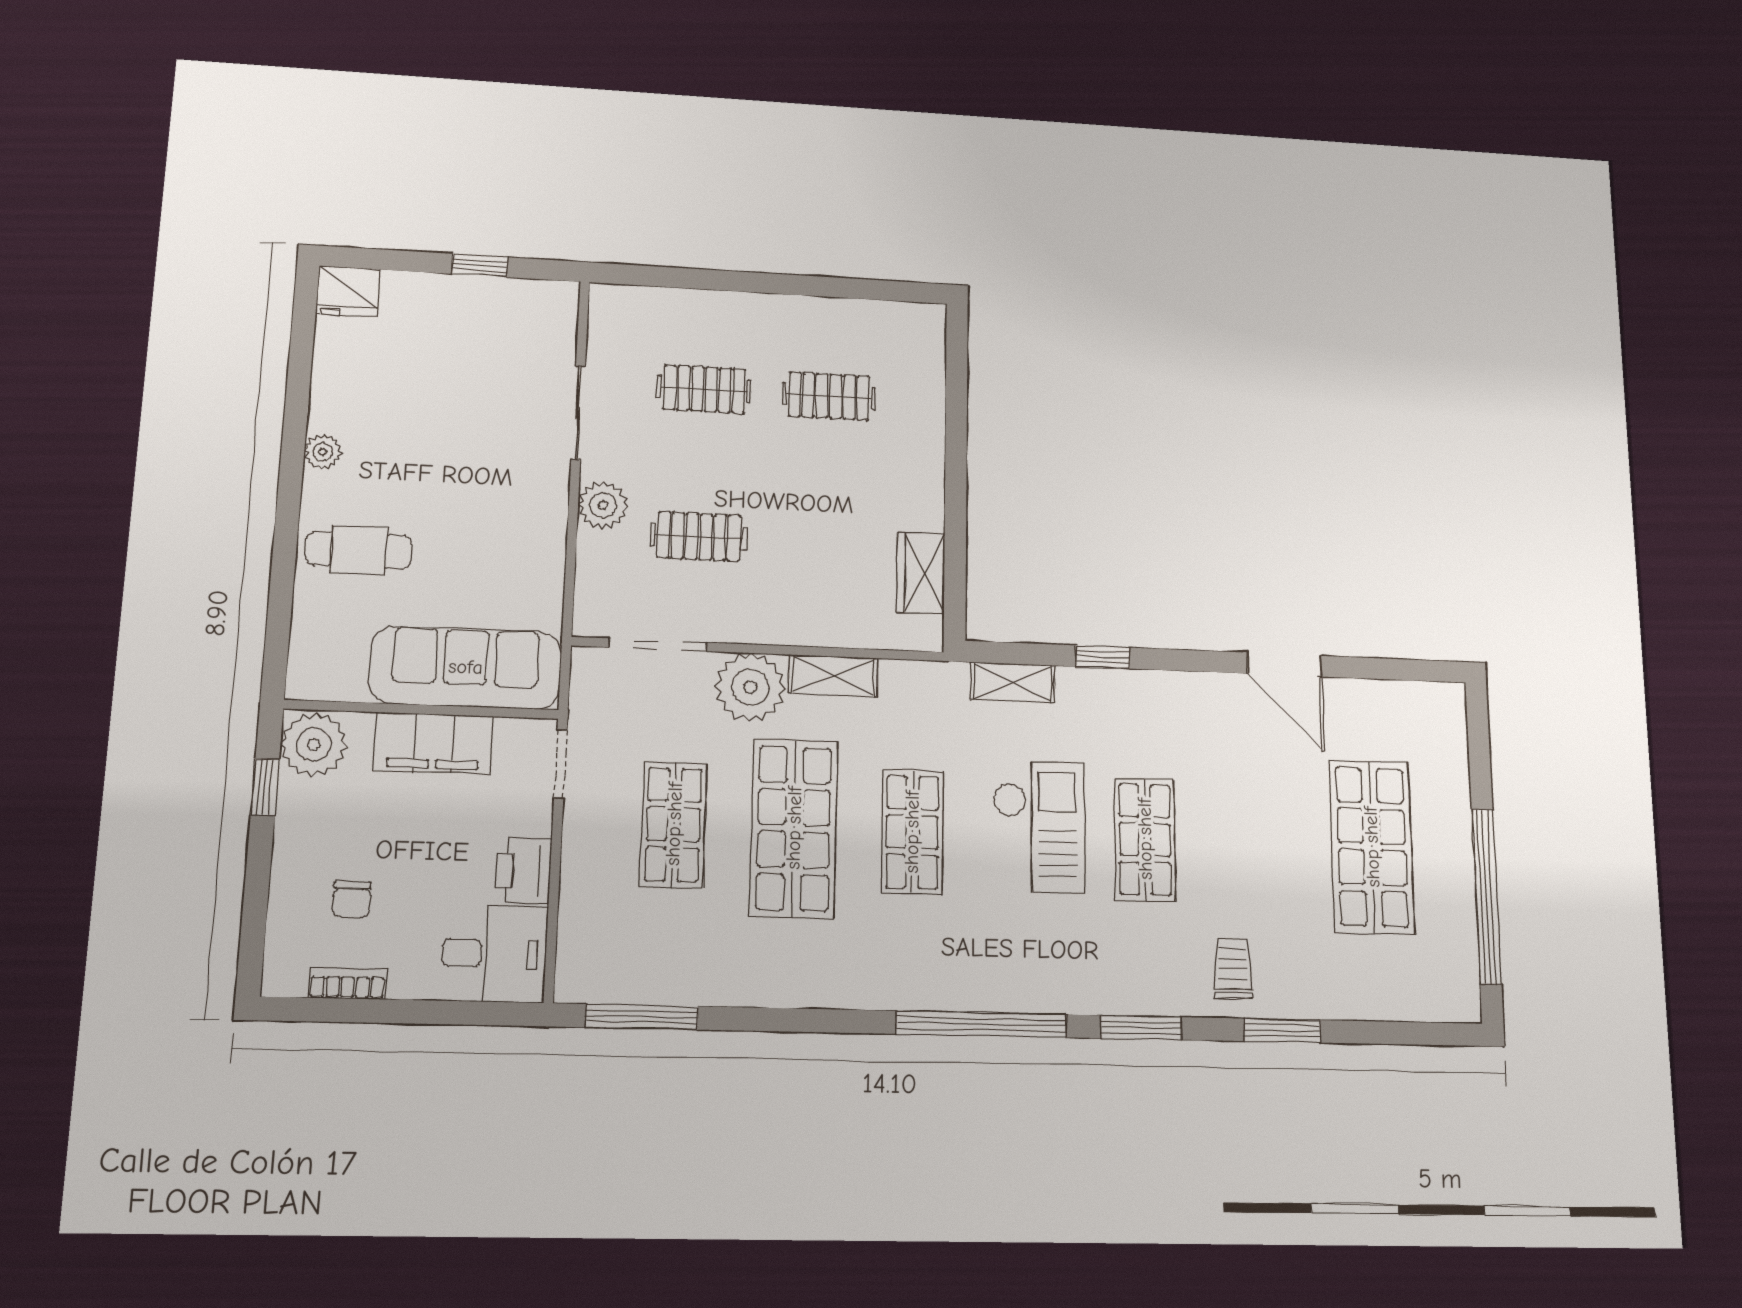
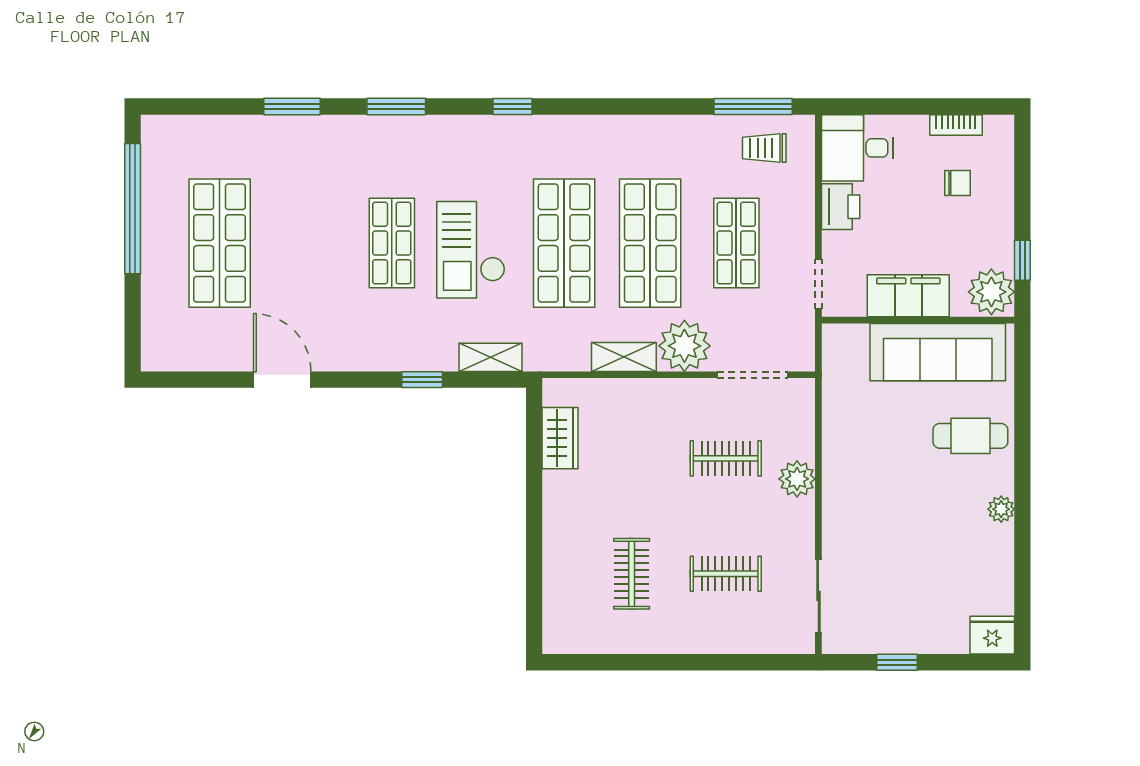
clothes rail: (829, 396) -> (632, 574), turned 90
sliding door: (578, 412) -> (818, 596), moved
sofa: (466, 667) -> (938, 352), moved
shop shelf: (912, 832) -> (564, 243), width x1.43, depth x1.36
chair: (352, 900) -> (957, 183), turned 90
trolley: (1233, 968) -> (764, 148), moved, turned 90
window: (982, 1024) -> (512, 106), width x0.32

